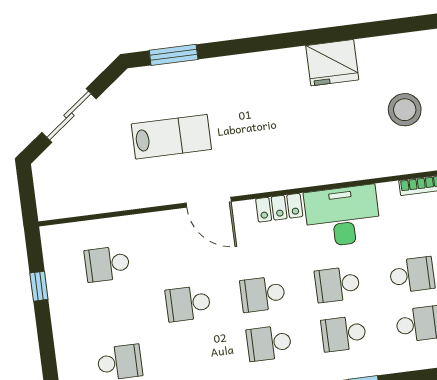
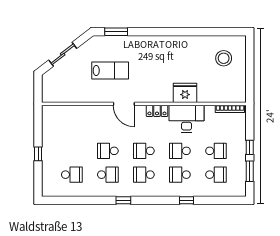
fridge: (332, 63) -> (185, 93), moved, turned 180
stool: (405, 110) -> (224, 58), moved
school desk: (107, 264) -> (108, 175), moved, turned 180
window: (39, 286) -> (38, 154), moved

